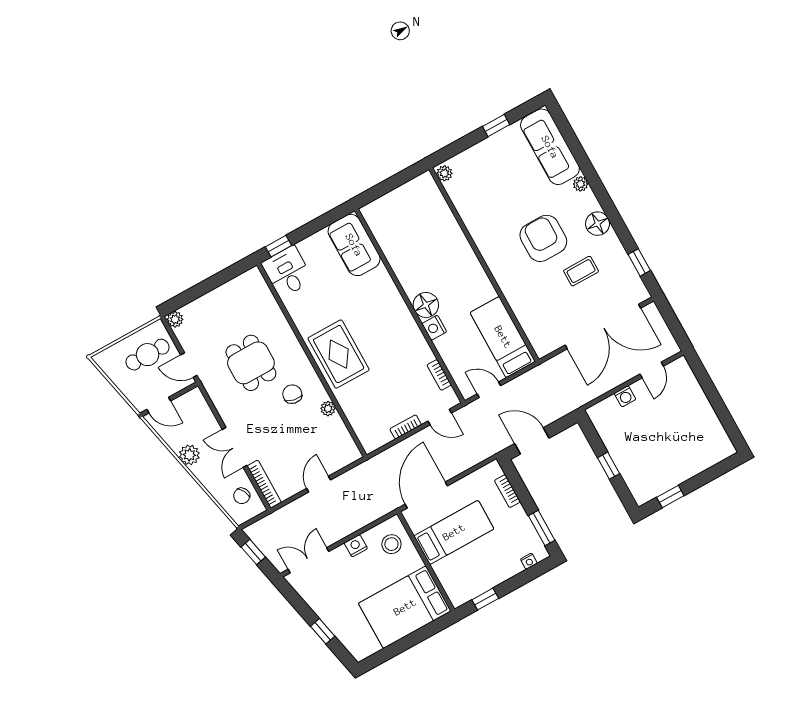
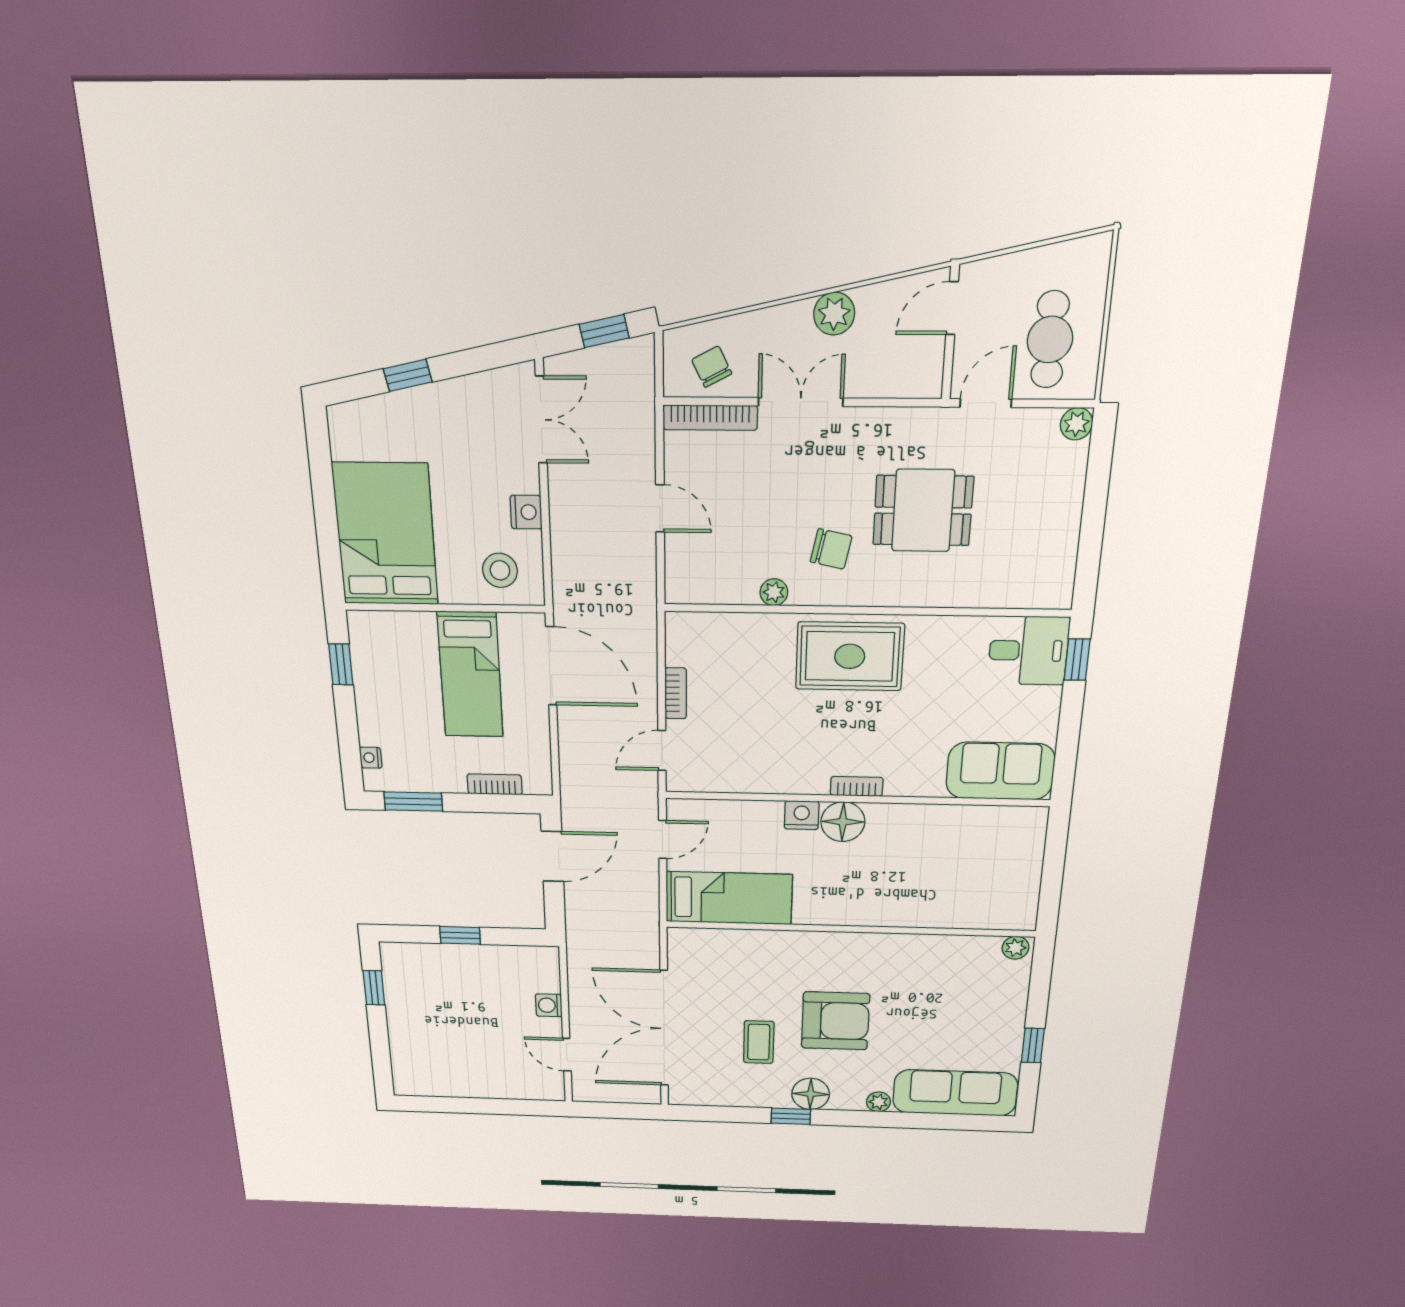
window: (639, 262) -> (791, 1116), moved
bookcase: (439, 375) -> (857, 786), moved

